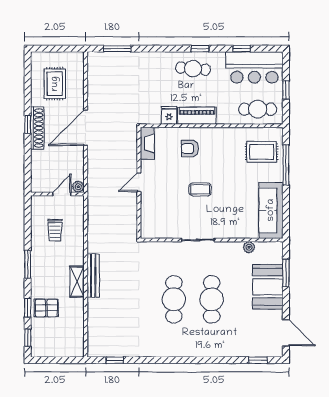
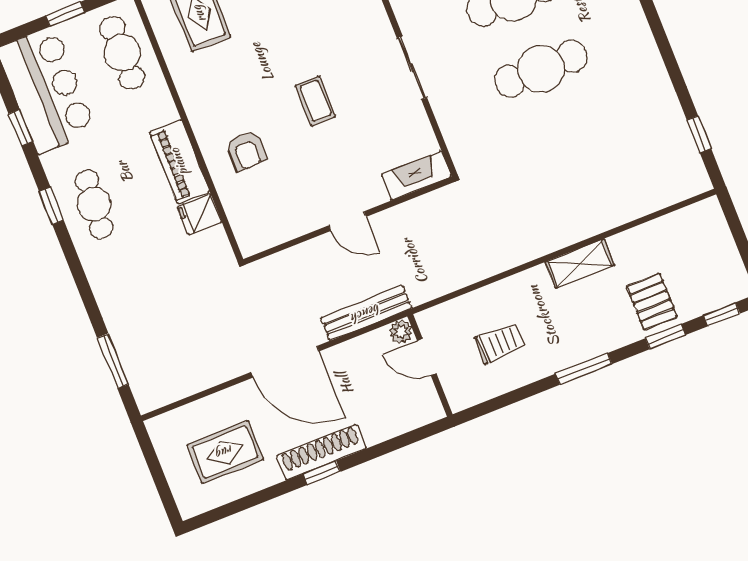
fireplace: (147, 143) -> (416, 176), moved
bench: (93, 276) -> (366, 313), moved

